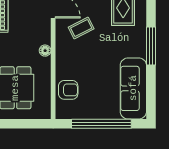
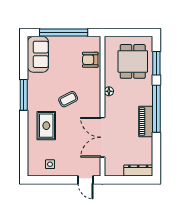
coffee table: (81, 28) -> (68, 99), moved
sofa: (133, 88) -> (38, 54), width x0.73

